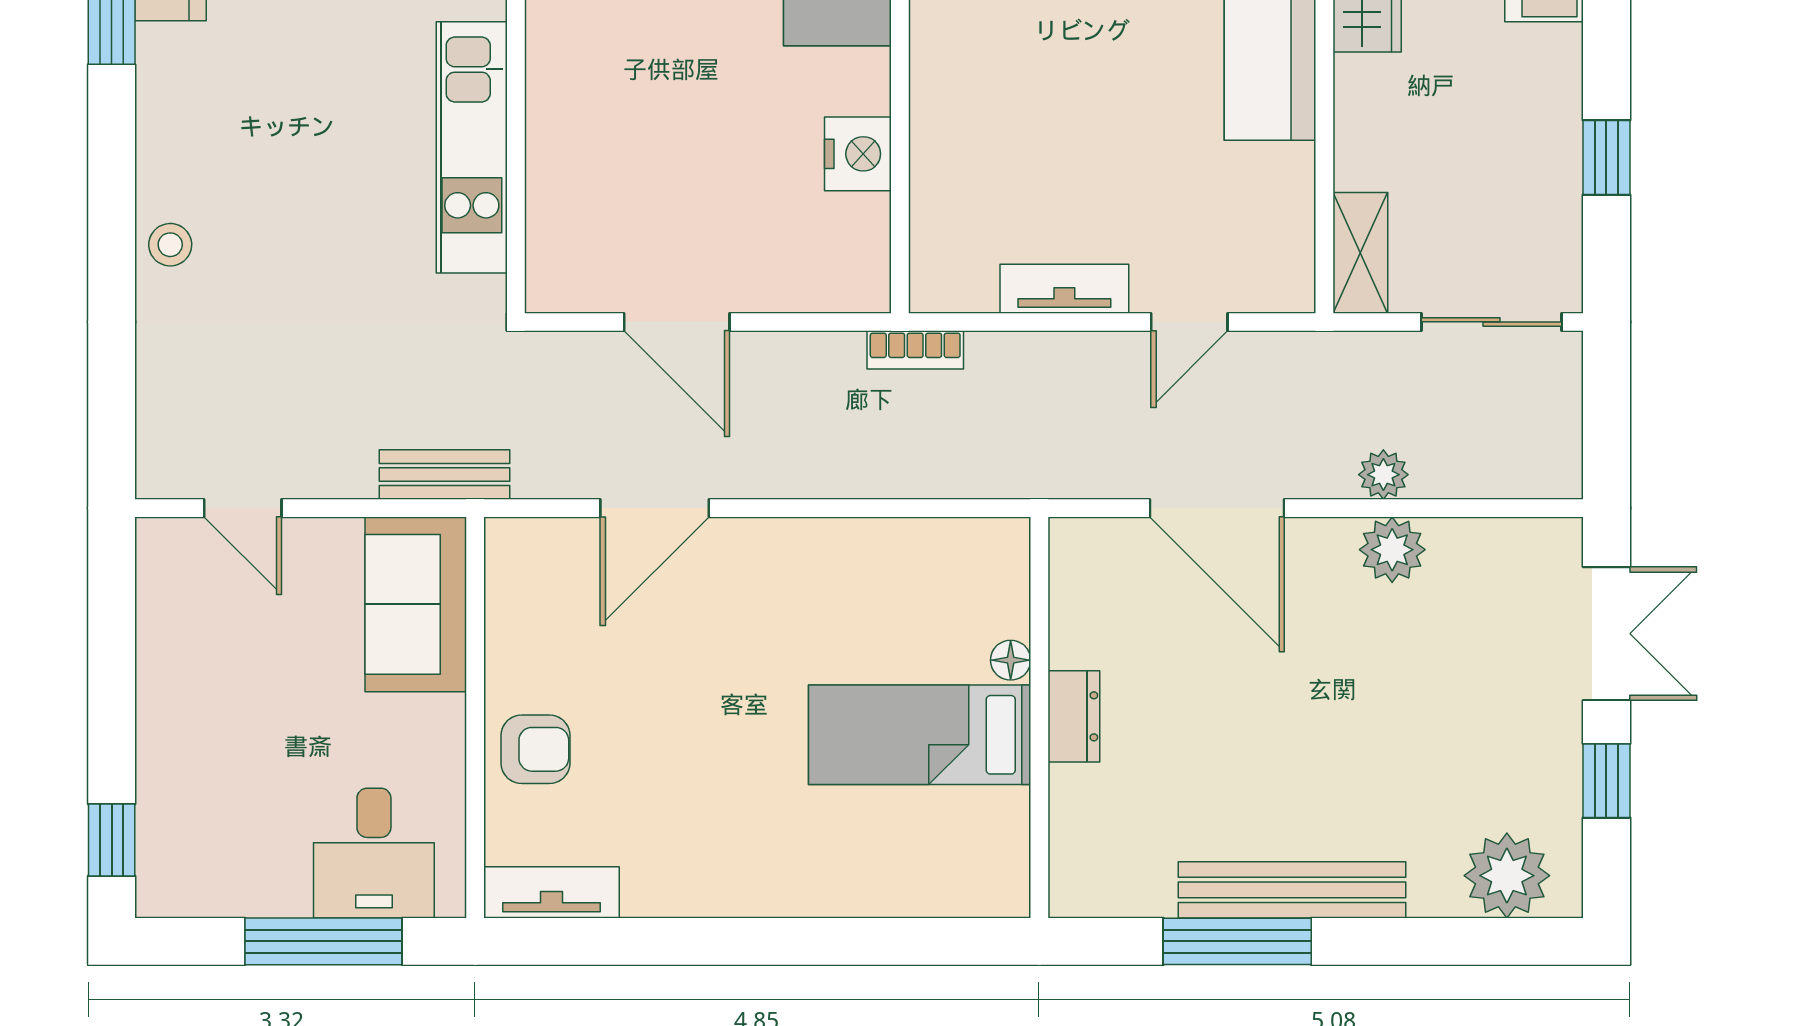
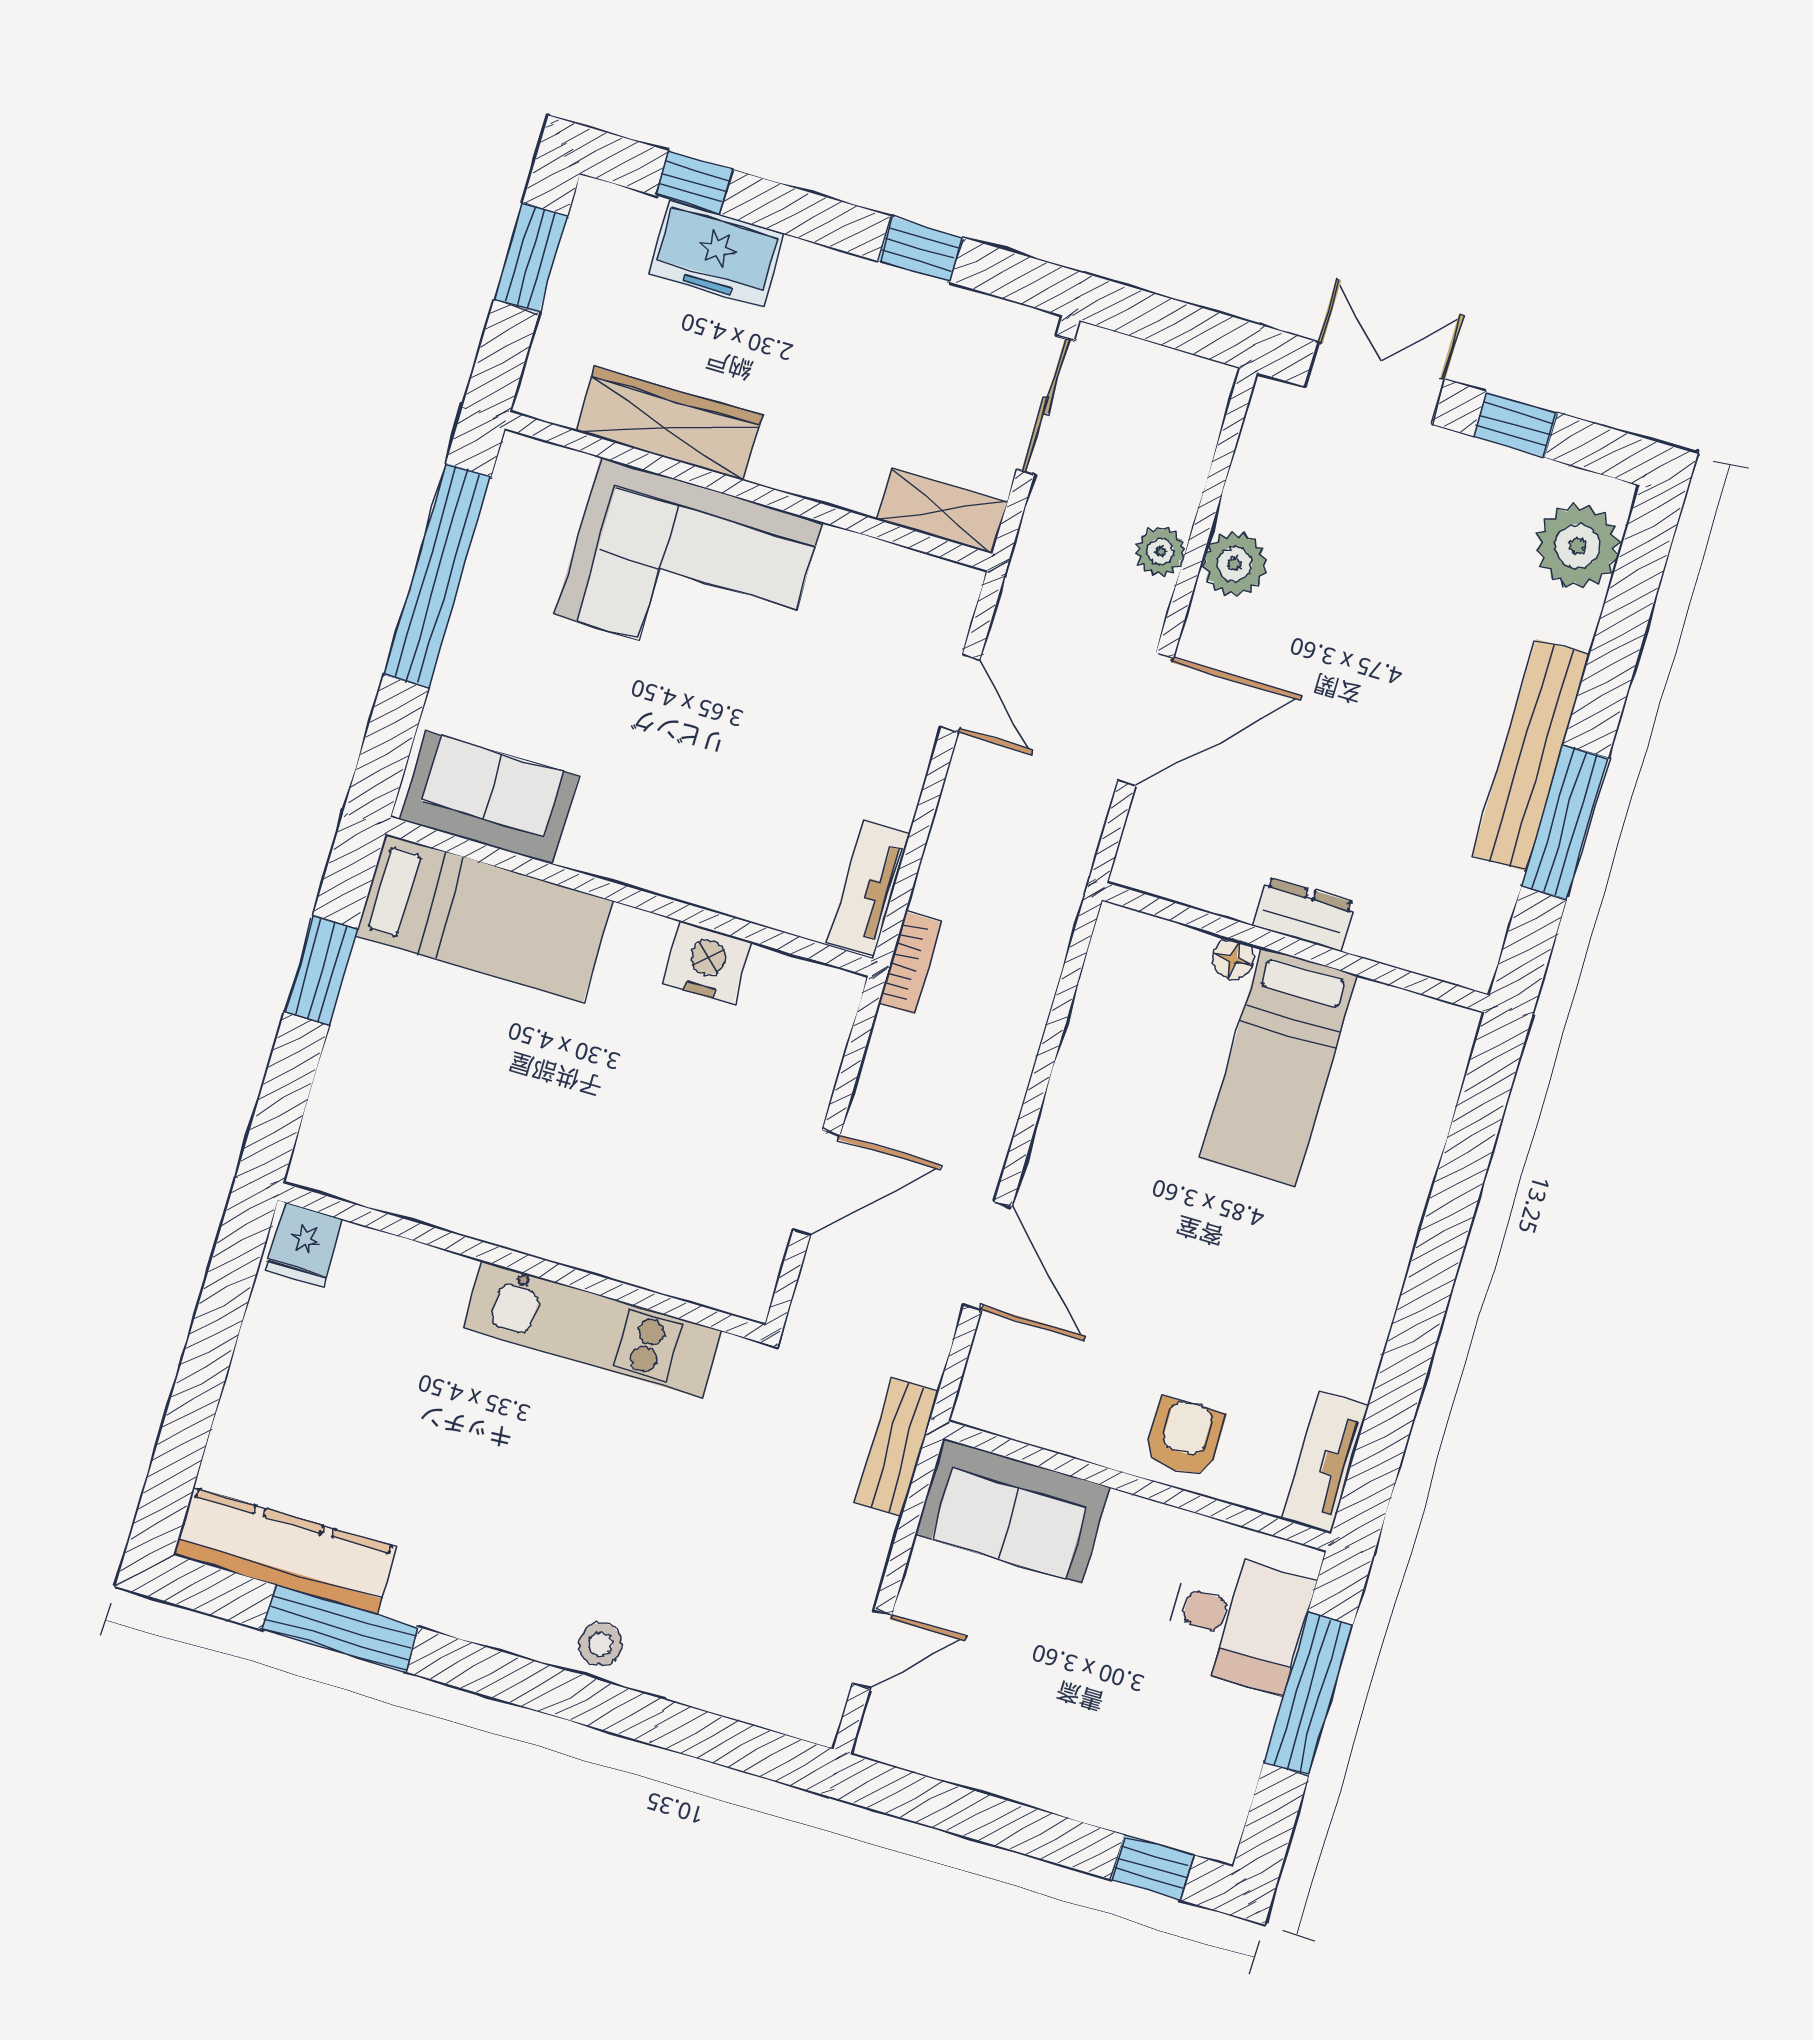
tv unit: (1064, 289) -> (868, 889), moved

